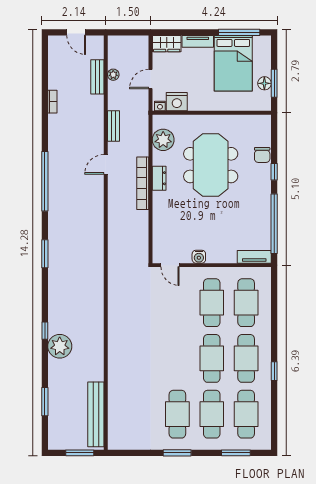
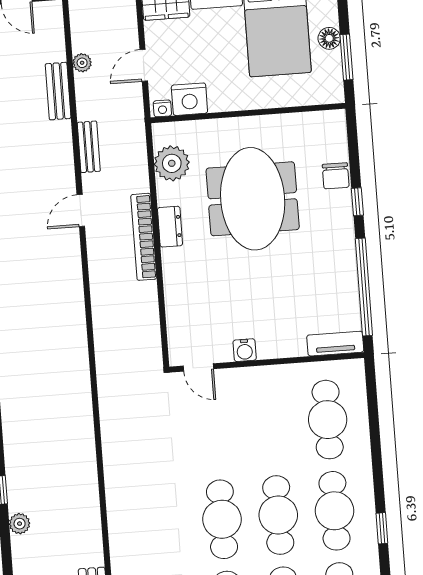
bench: (97, 77) -> (58, 91), moved
floor lamp: (264, 83) -> (329, 38), moved
cafe table: (212, 303) -> (222, 519), moved
plant: (60, 346) -> (20, 524), width x0.53, depth x0.53

